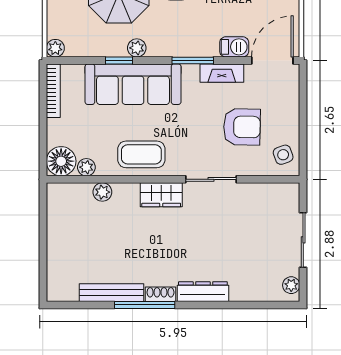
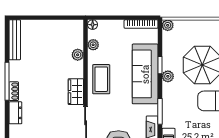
floor lamp: (61, 161) -> (93, 25), width x0.53, depth x0.53
dresser: (203, 292) -> (15, 113), width x0.70
bench: (112, 293) -> (15, 40), moved

